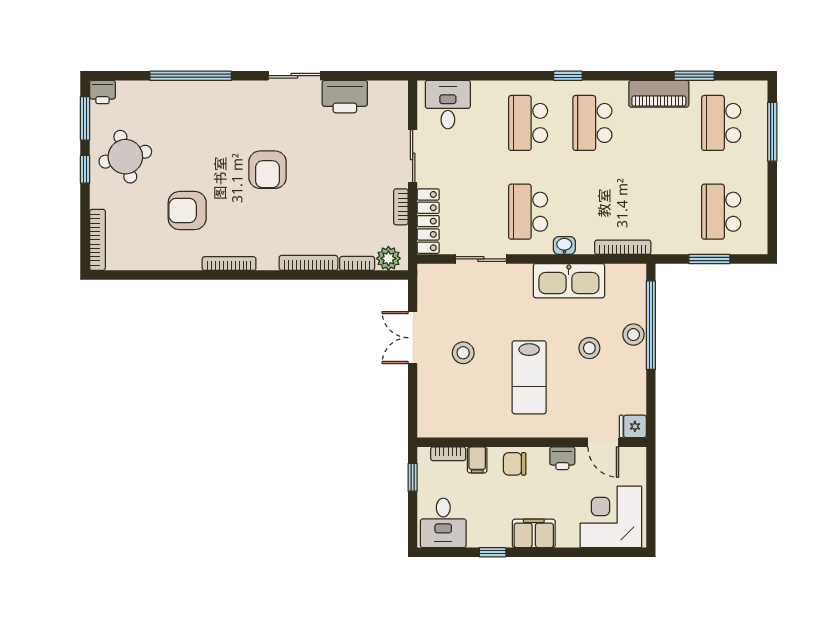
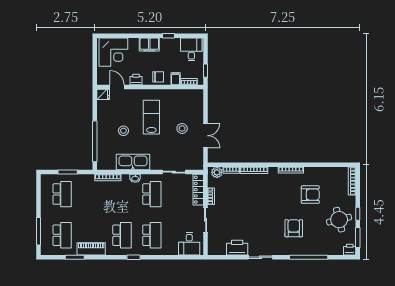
armchair: (268, 170) -> (294, 228), moved
stool: (633, 335) -> (103, 137), removed

